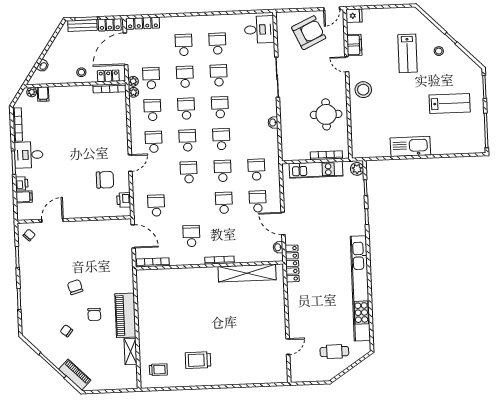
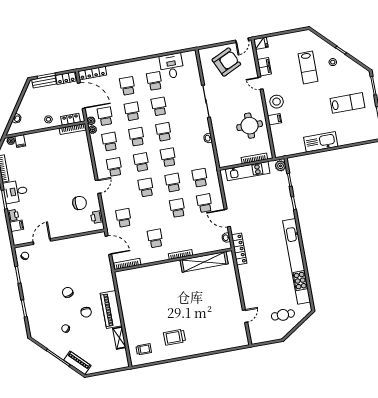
desk: (259, 30) -> (172, 66), moved, turned -90
door: (126, 49) -> (81, 96), swing flipped
filing cabinet: (358, 111) -> (275, 119), added

